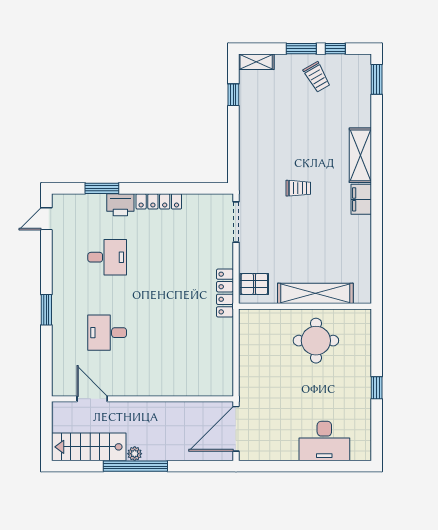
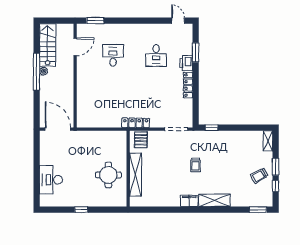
window: (233, 95) -> (212, 128), moved
window: (46, 310) -> (95, 21), moved

